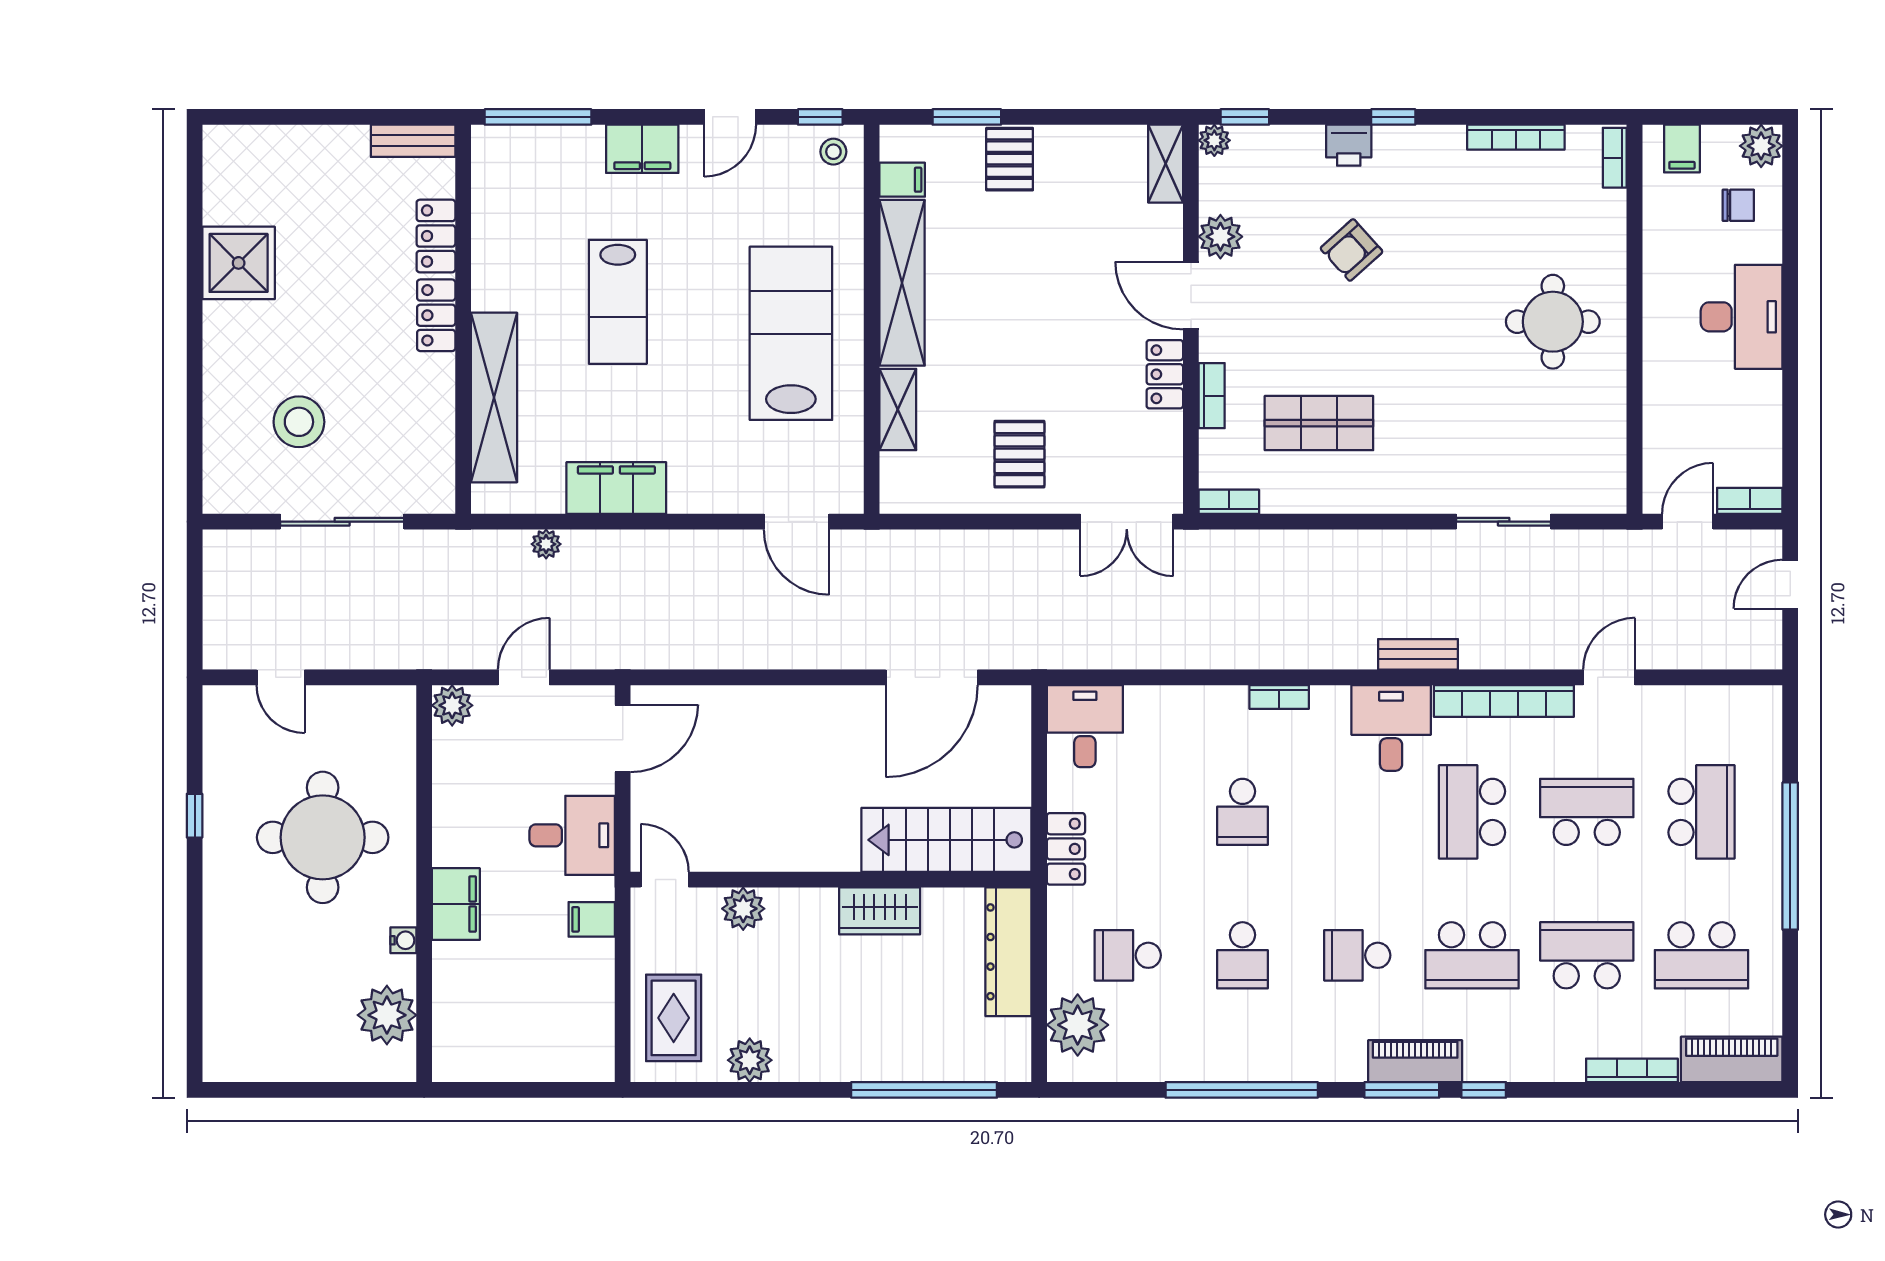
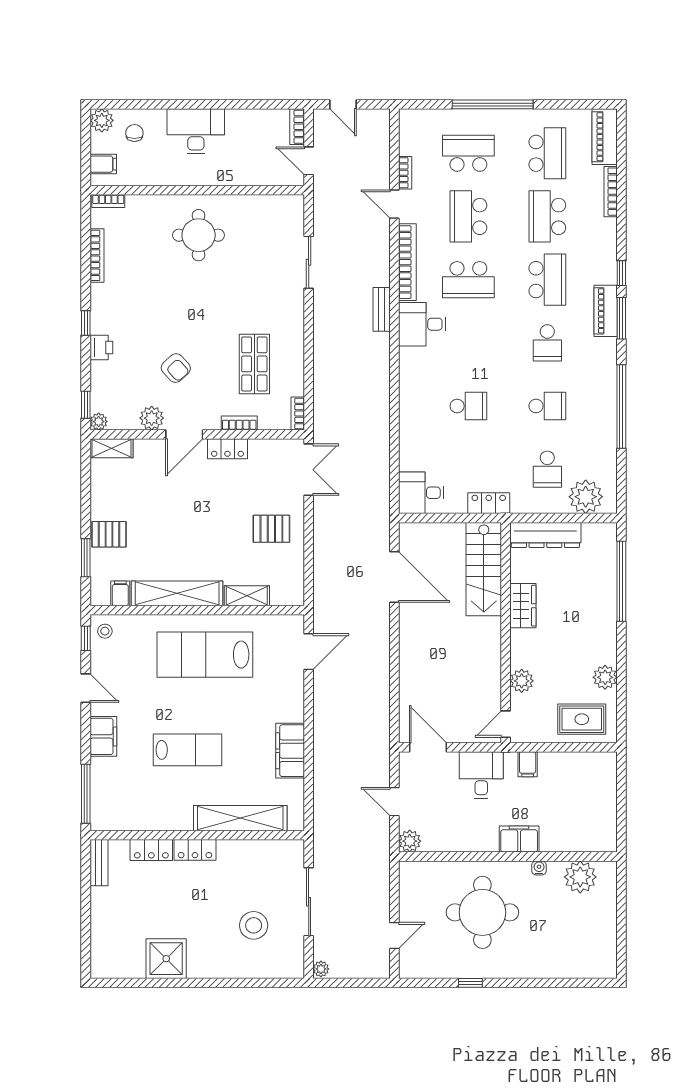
armchair: (1352, 250) -> (176, 368), moved
plant: (546, 544) -> (321, 969), moved
bookcase: (1279, 697) -> (405, 173), moved

